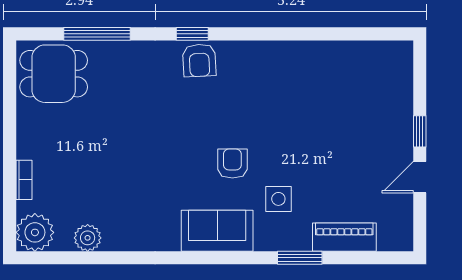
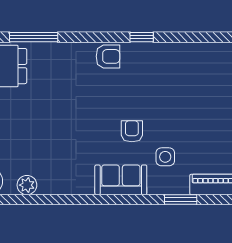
window: (192, 34) -> (142, 37), moved
armchair: (199, 60) -> (108, 56), turned -87

